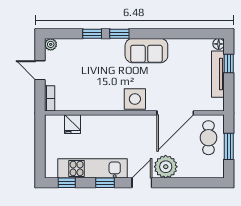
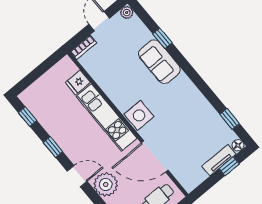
window: (119, 34) -> (230, 119), moved
sofa: (146, 51) -> (159, 62), moved
tv unit: (218, 74) -> (219, 160), width x0.71
kitchen unit: (92, 168) -> (107, 117), moved, turned 180

